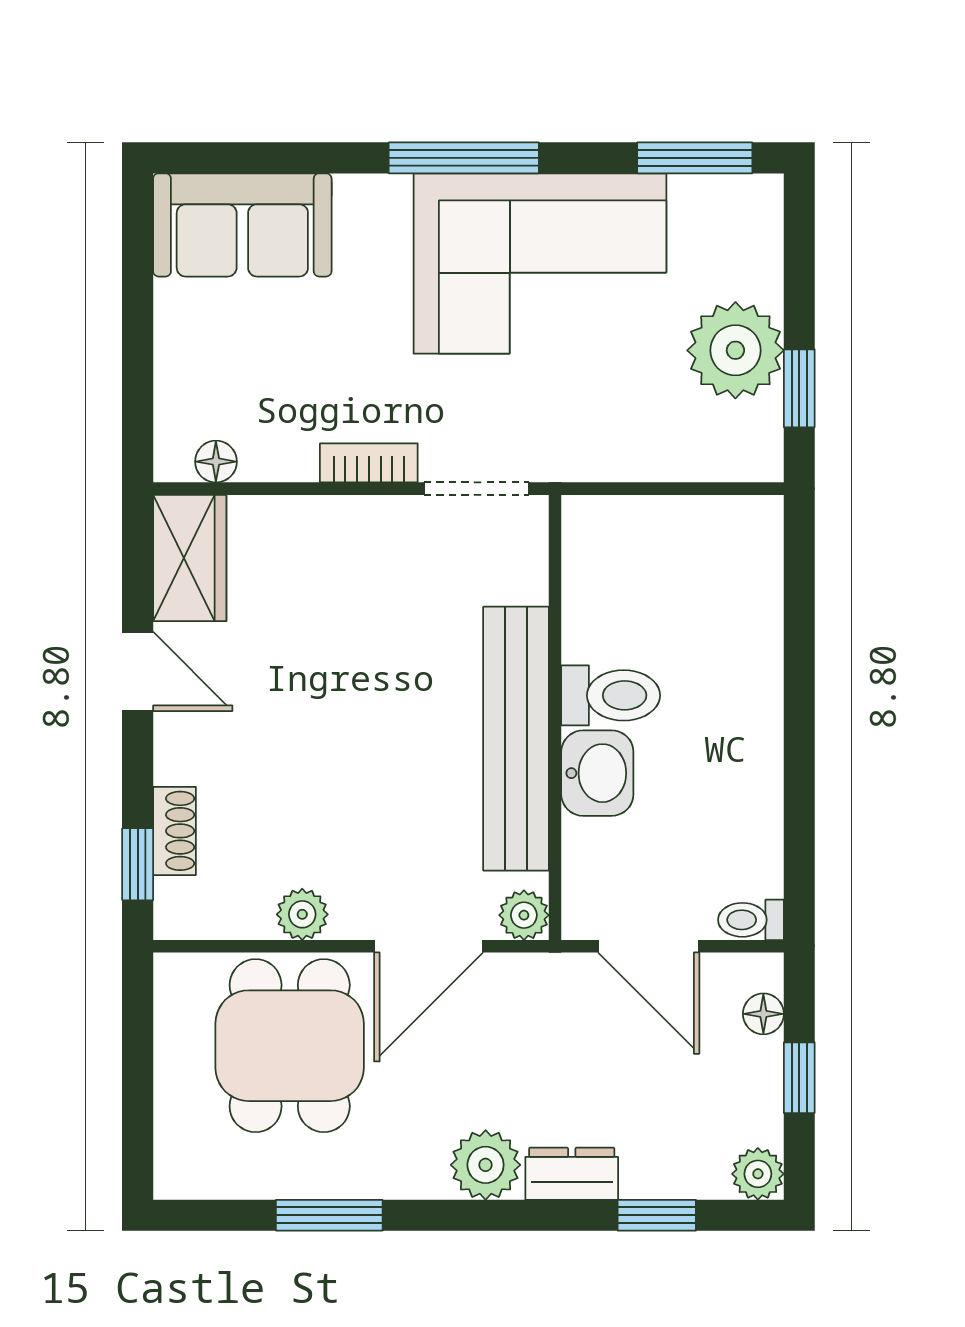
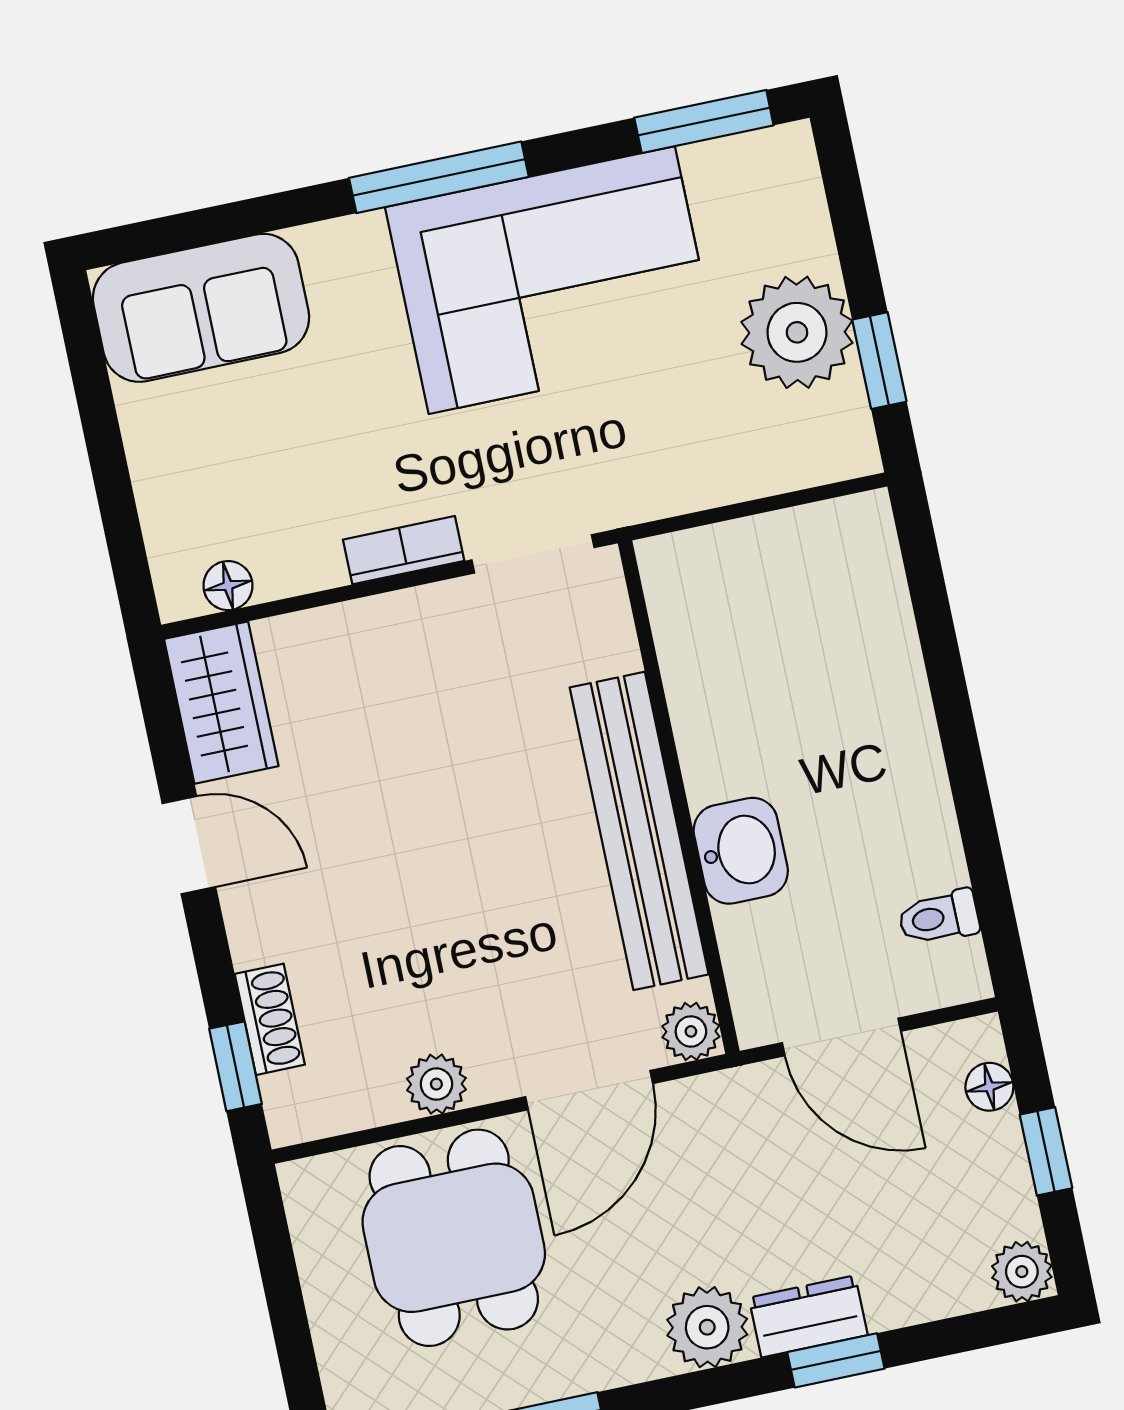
toilet: (611, 695) -> (737, 758), removed
toilet: (751, 920) -> (939, 917), moved
window: (657, 1215) -> (836, 1360), moved

